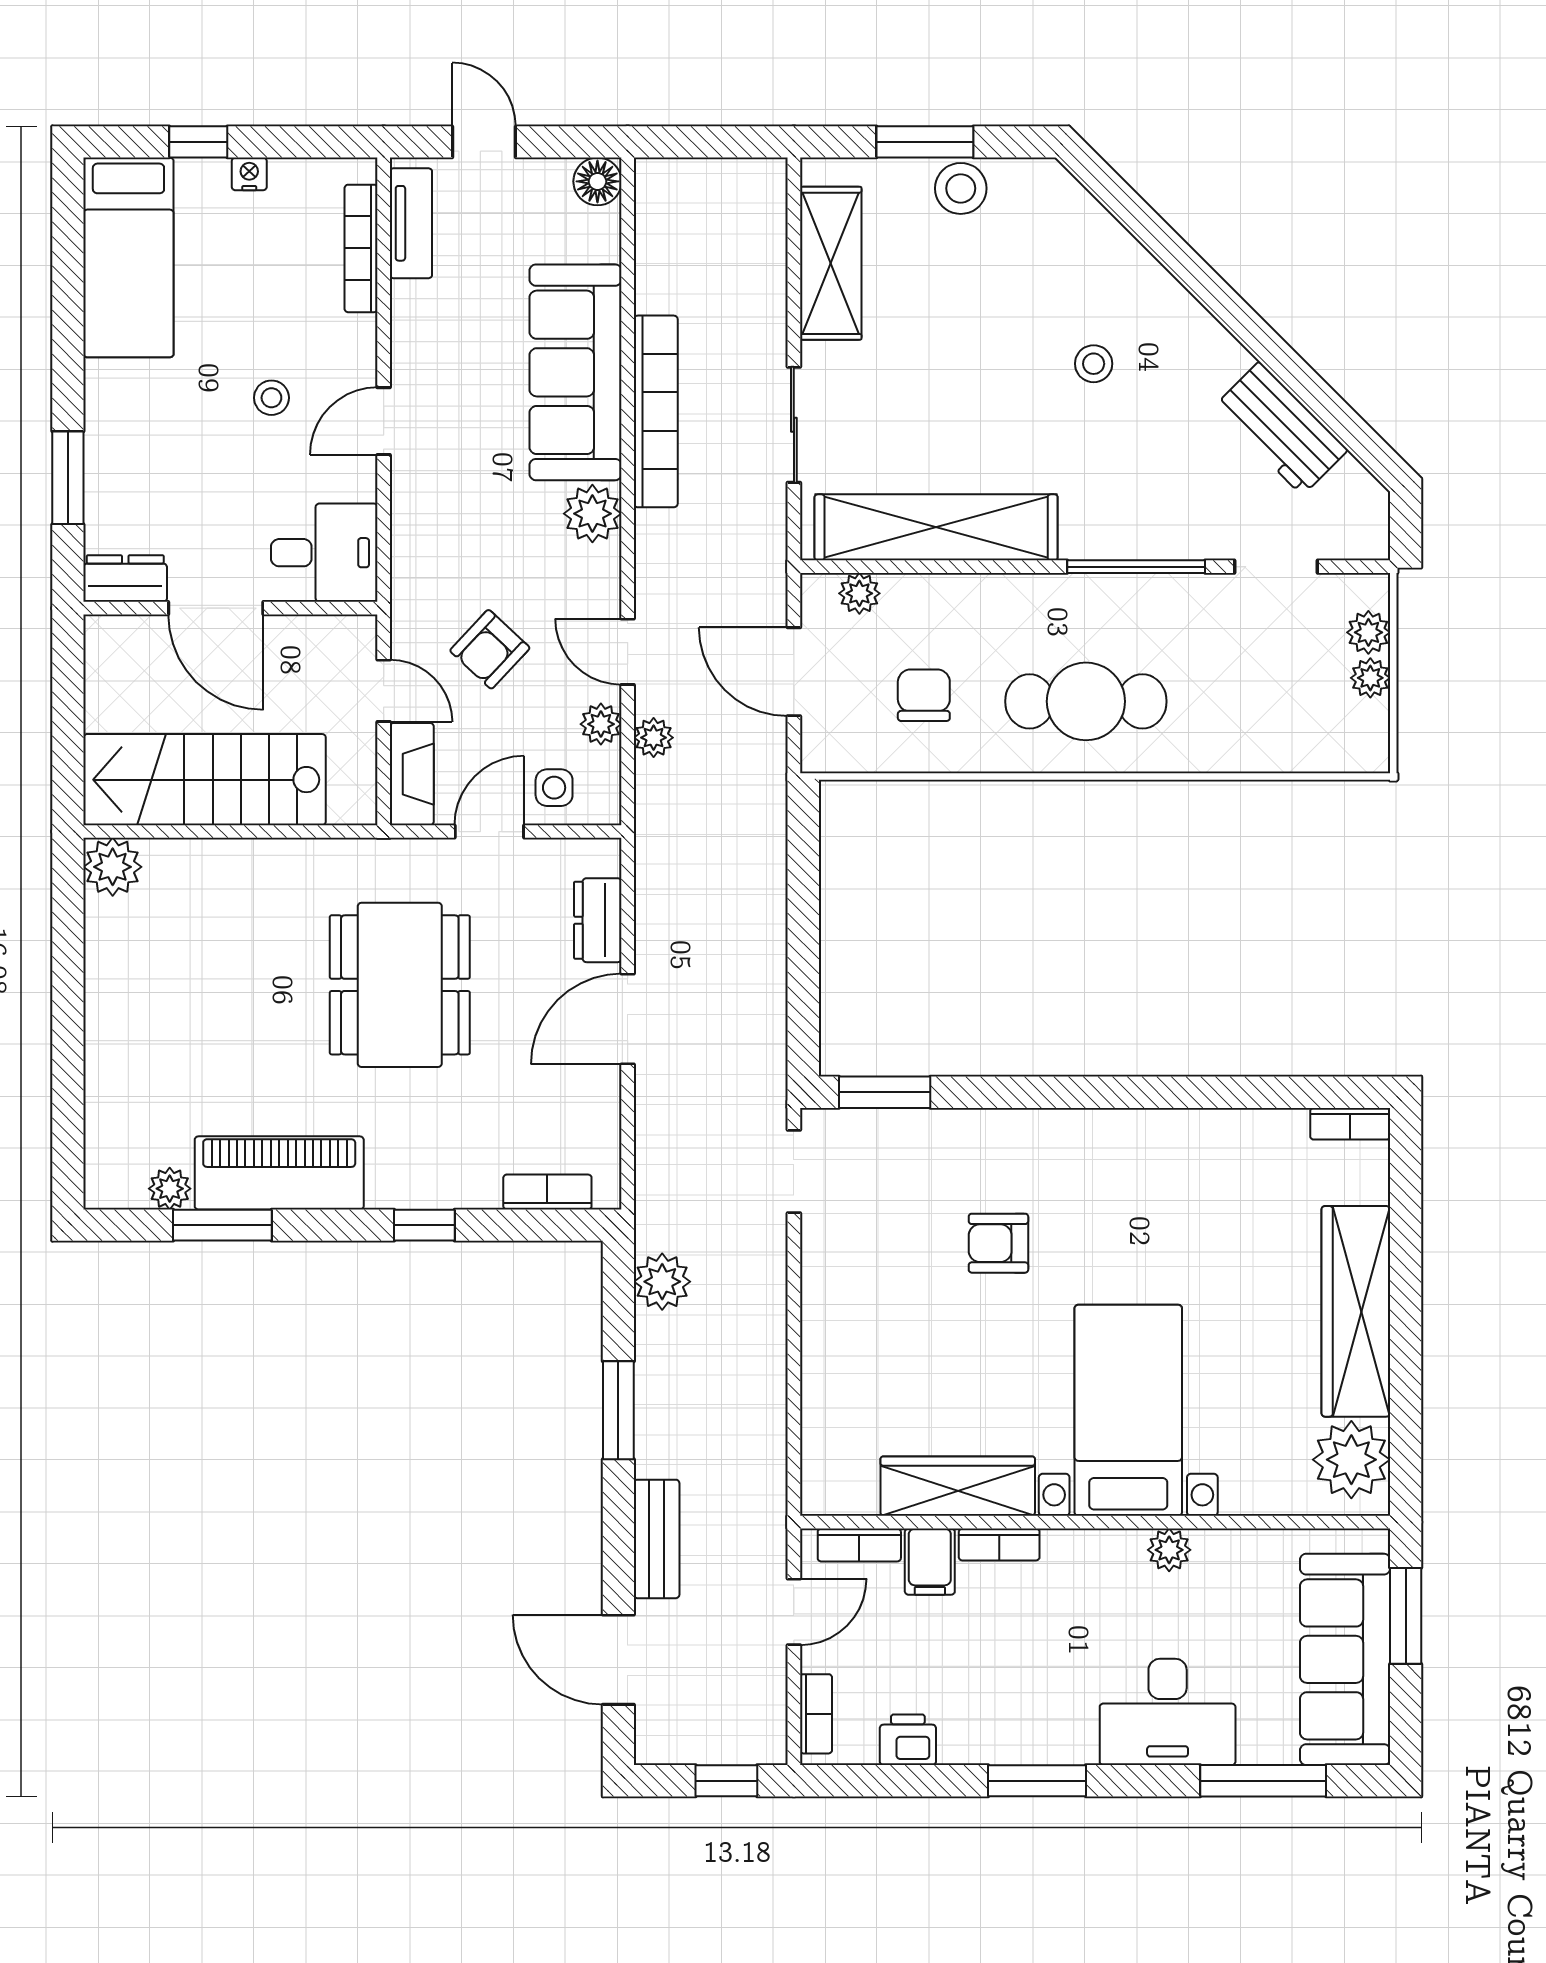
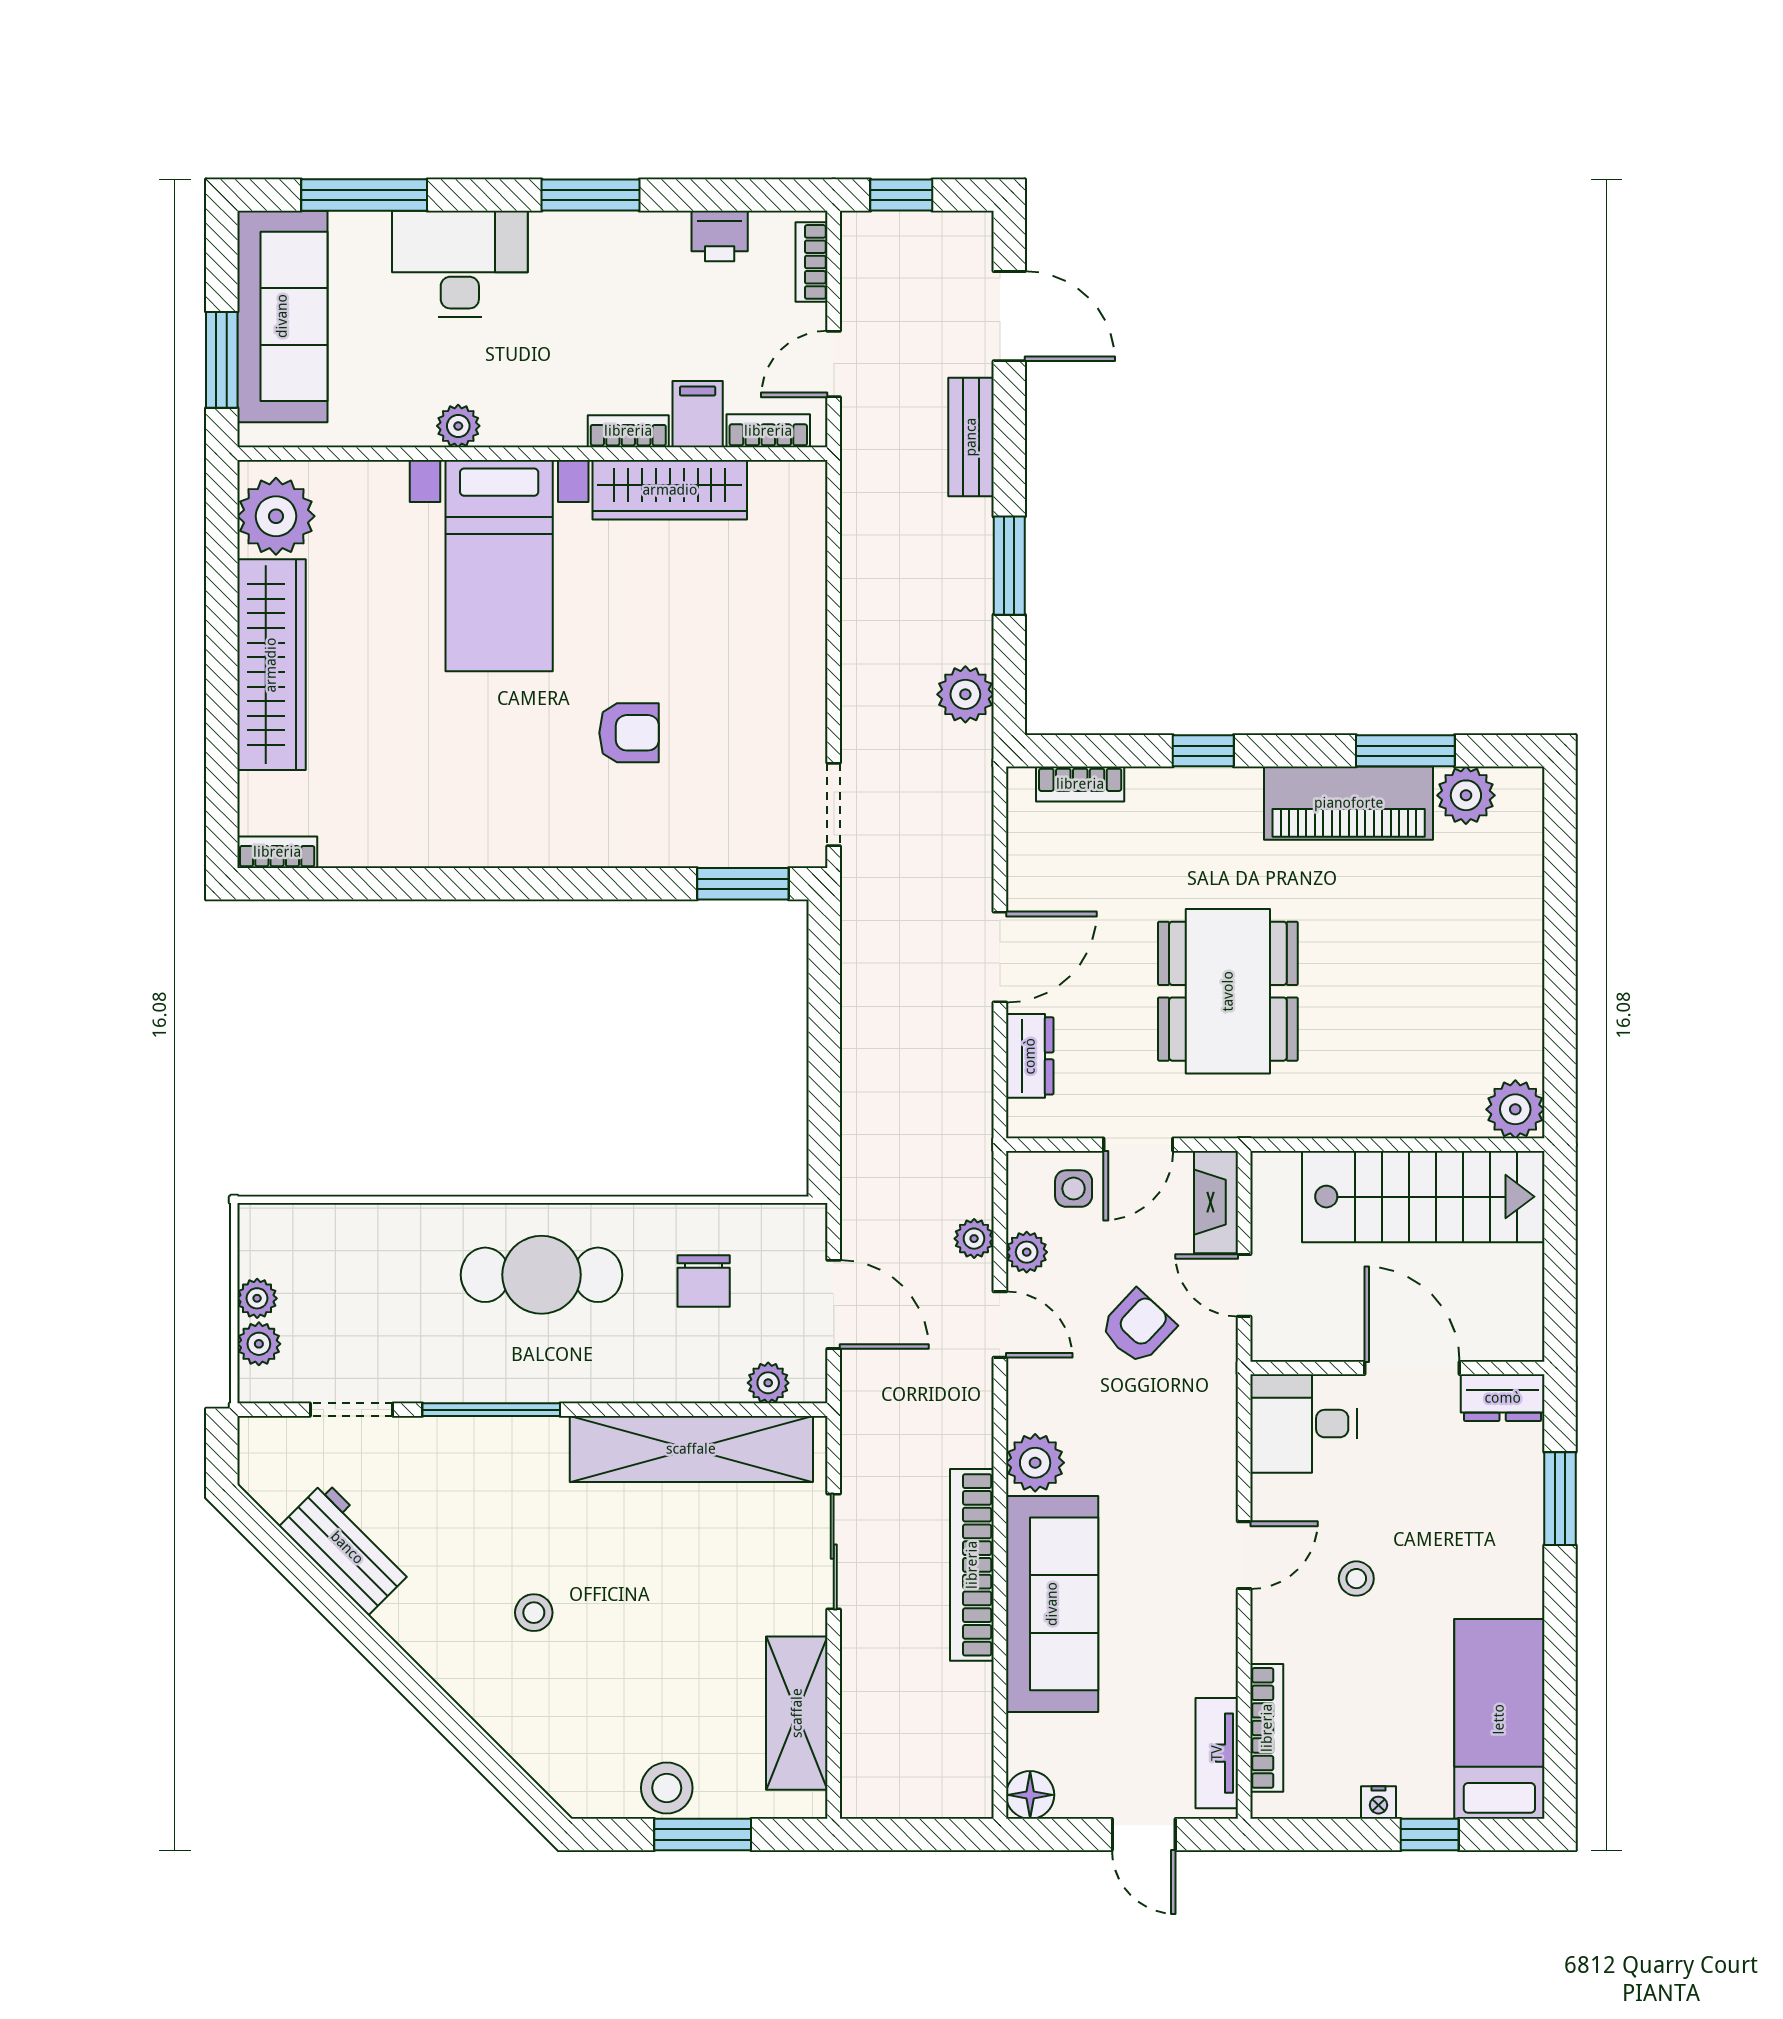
plant: (170, 1189) -> (1466, 795), width x1.38, depth x1.38

